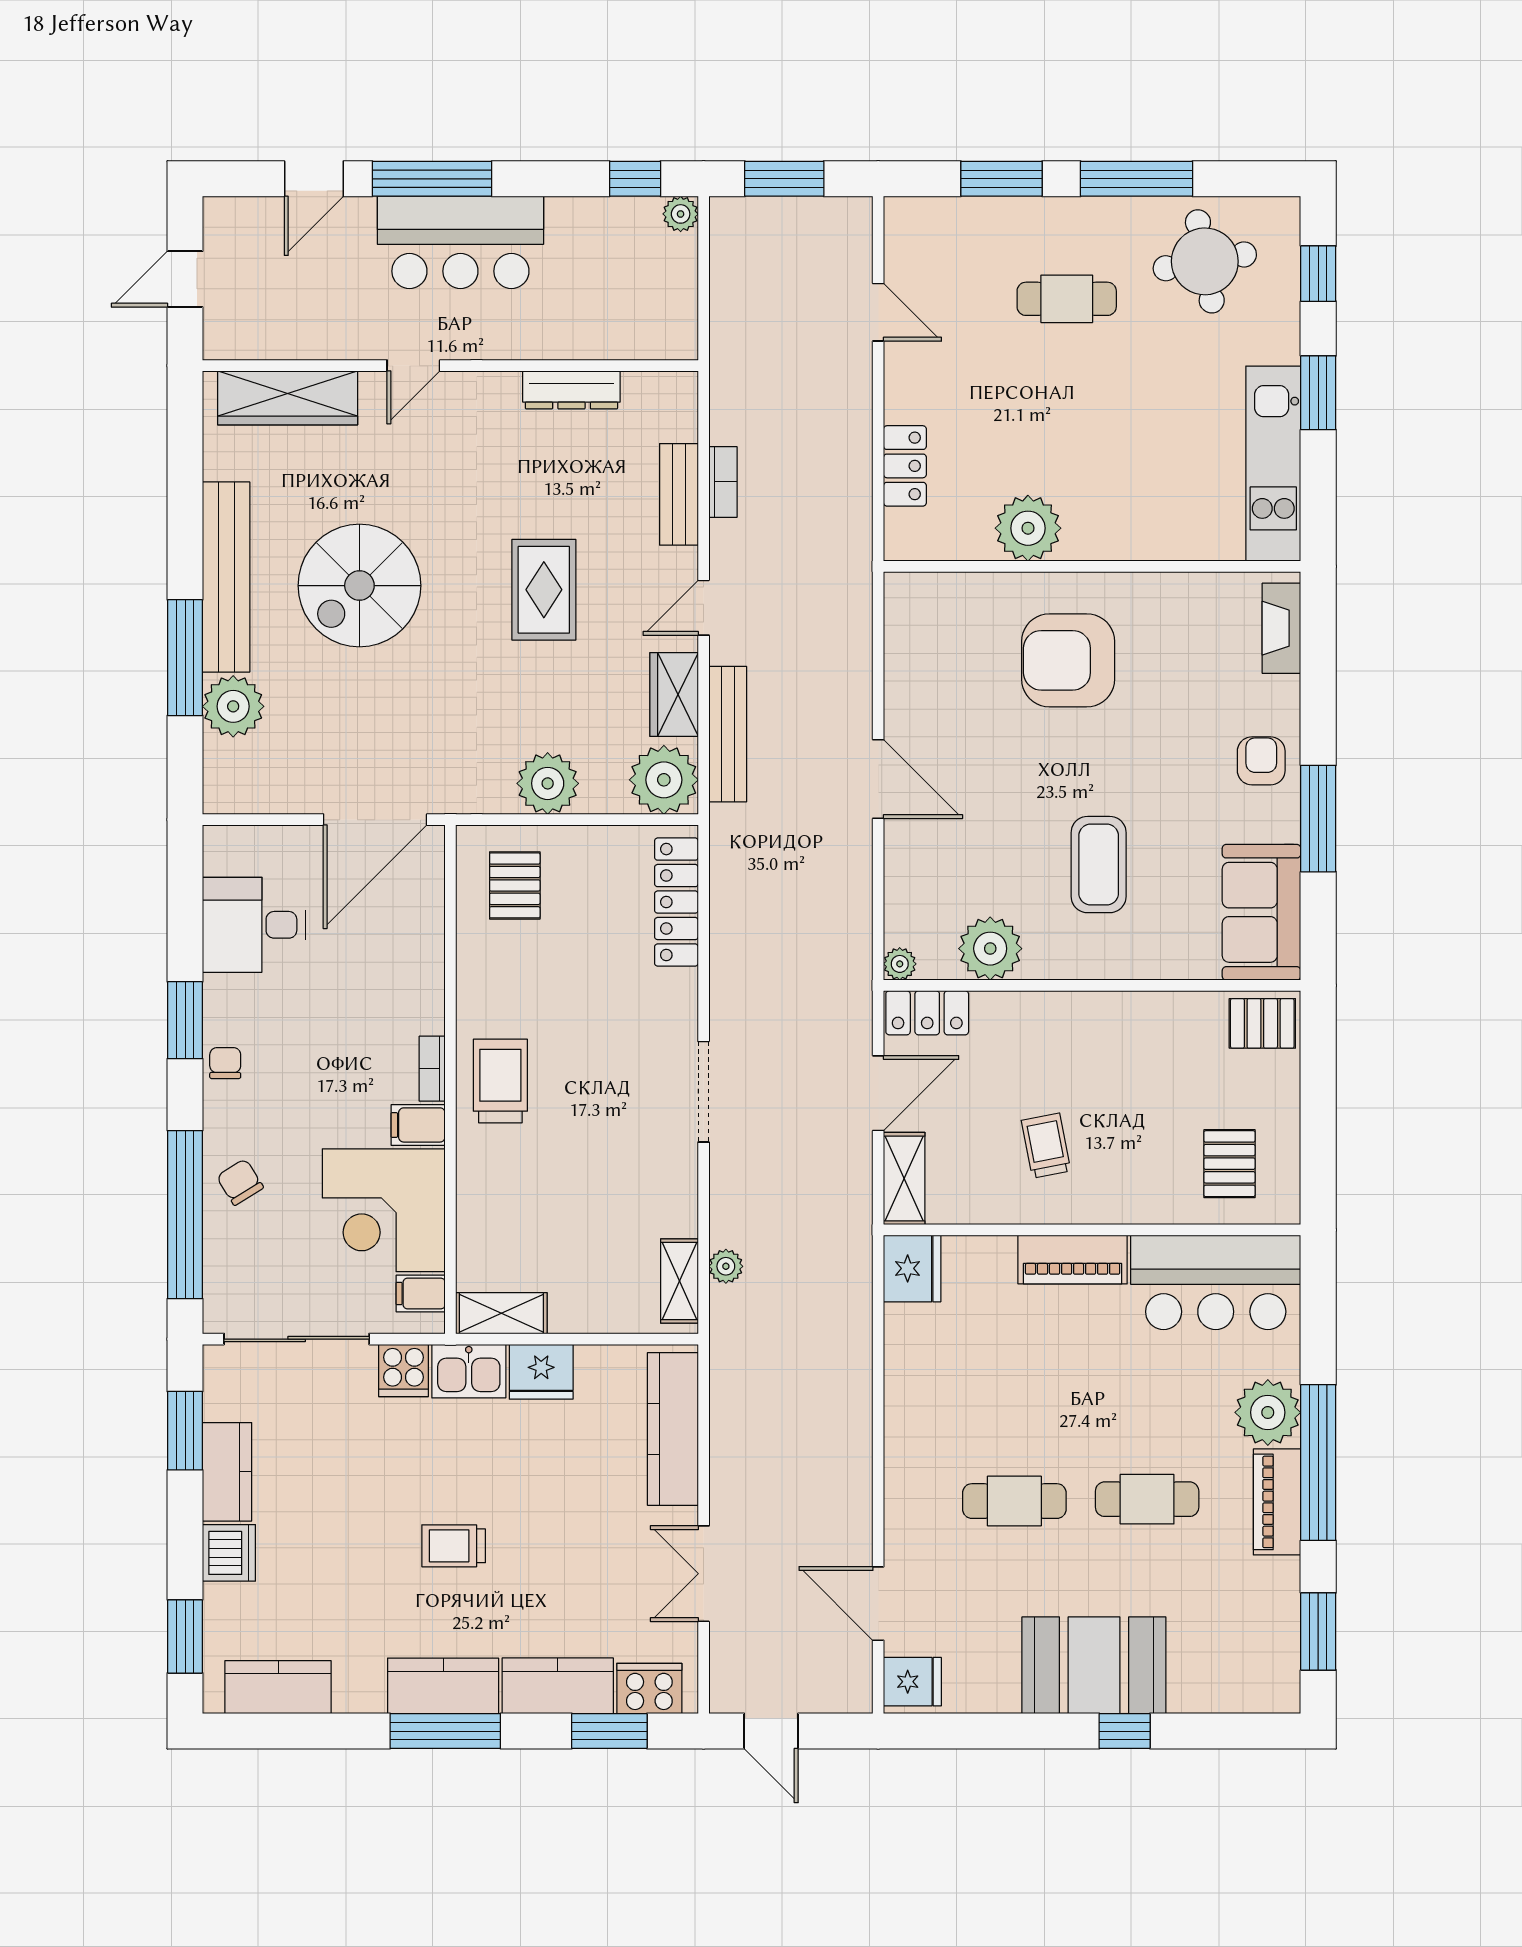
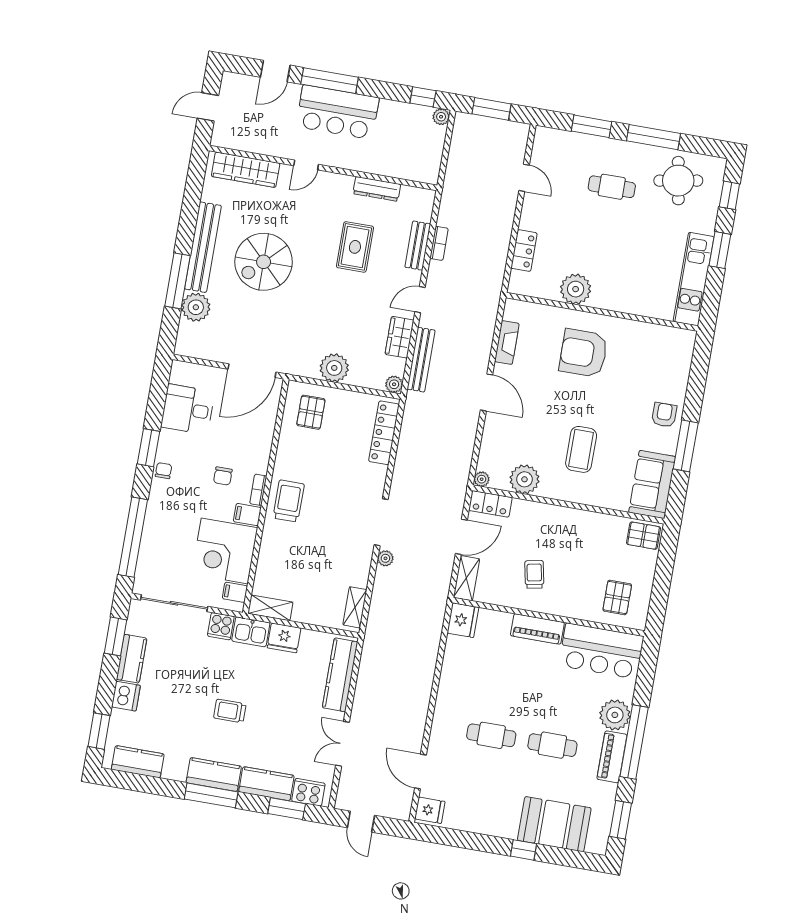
rug: (544, 590) -> (355, 247), moved
fireplace: (1281, 628) -> (507, 343), moved, turned 180
plant: (664, 780) -> (394, 384), width x0.53, depth x0.53
chair: (240, 1182) -> (223, 476), moved, turned -148
plant: (726, 1266) -> (385, 558), moved
booth: (1094, 1665) -> (554, 824), moved

